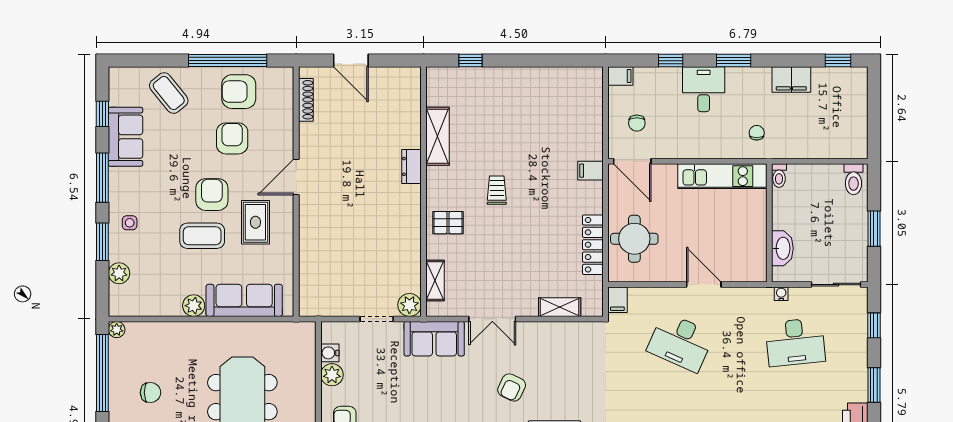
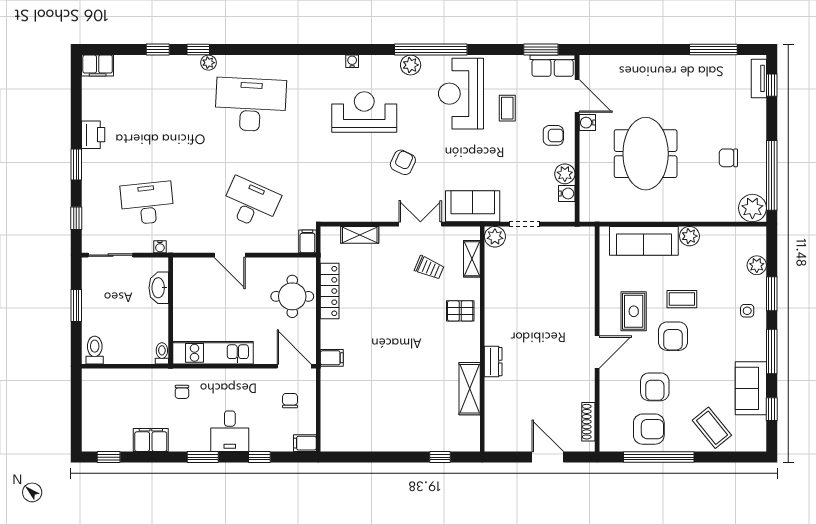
trolley: (497, 190) -> (429, 268), moved, turned -67
coffee table: (202, 236) -> (682, 299), width x0.73, depth x0.77
plant: (117, 330) -> (752, 208), width x1.88, depth x1.88

